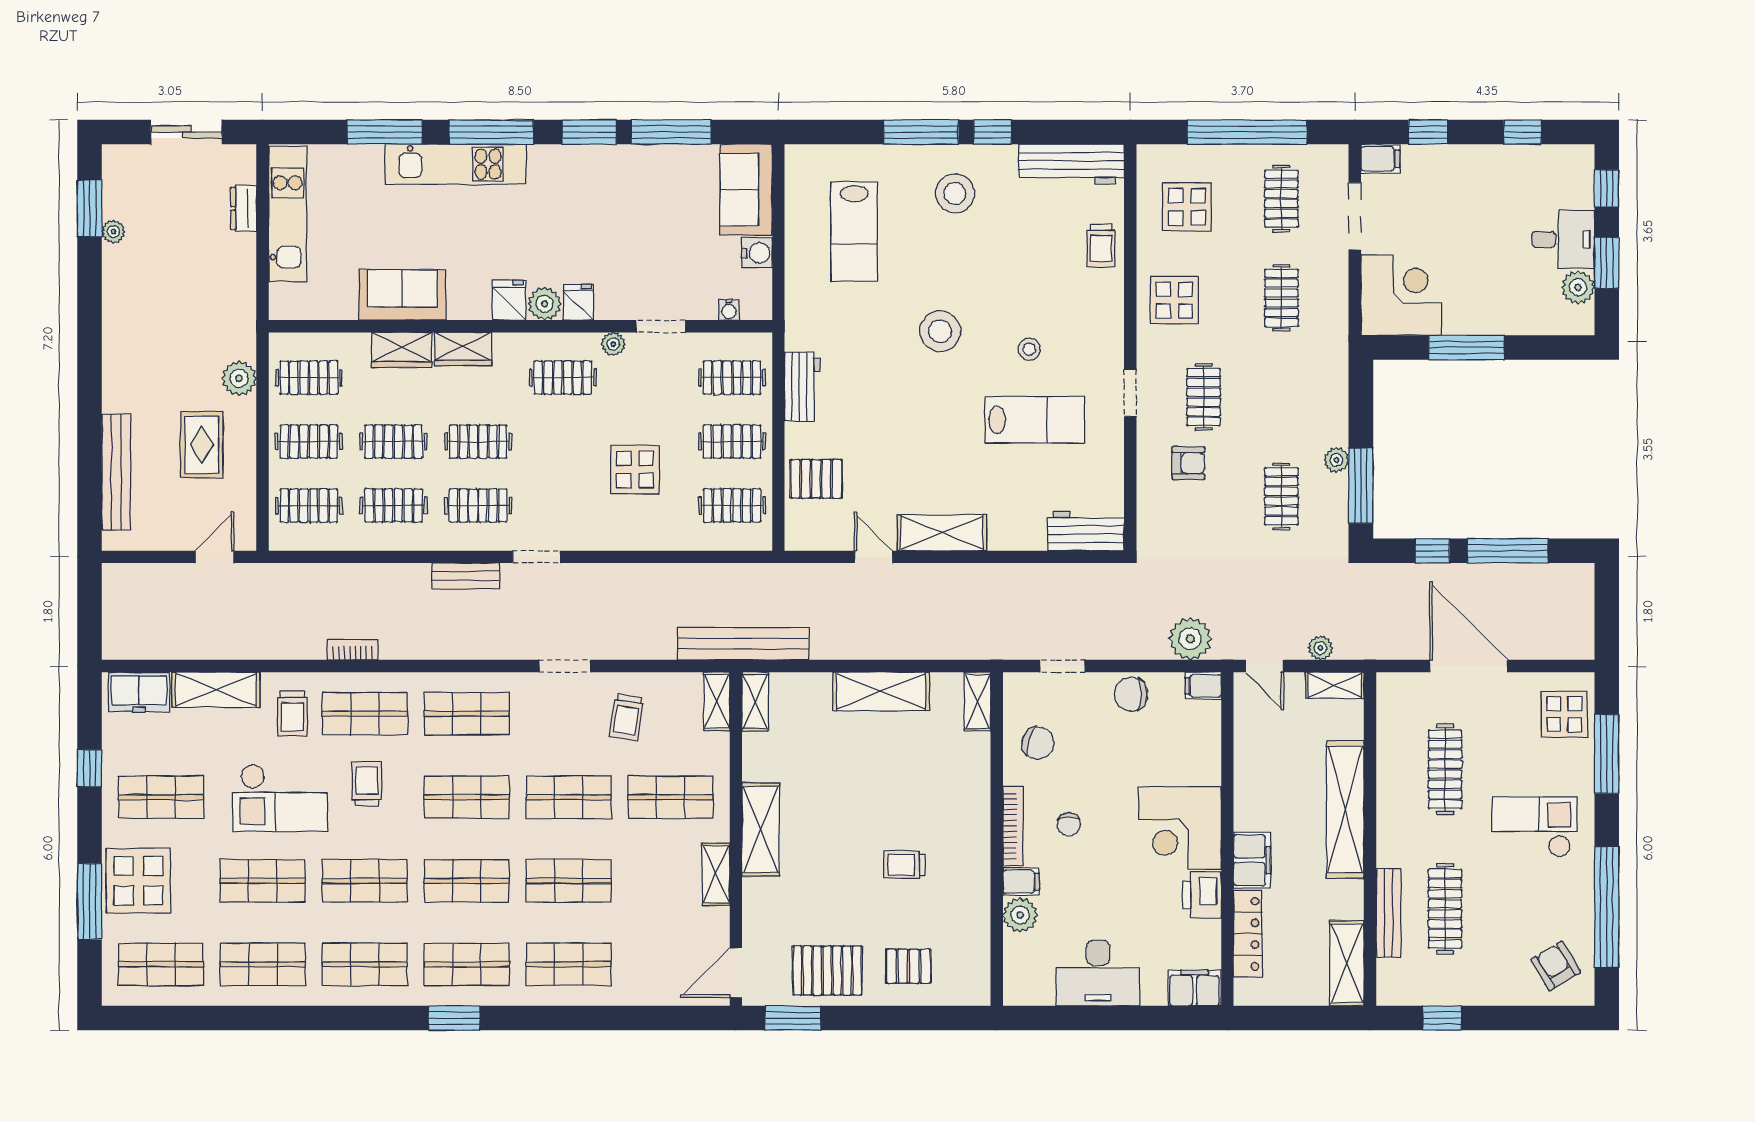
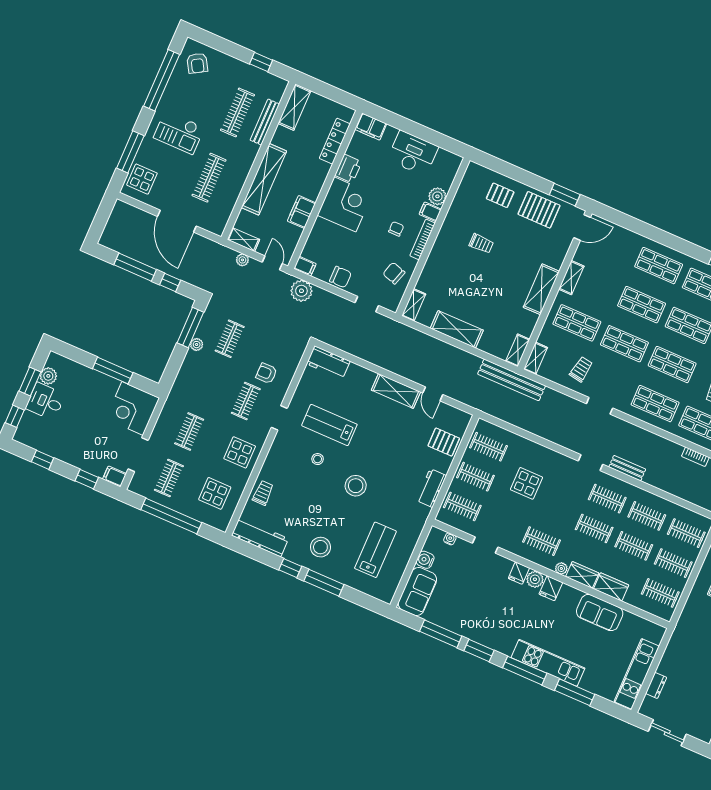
plant: (613, 344) -> (561, 568), moved
plant: (239, 378) -> (693, 607), removed
filing cabinet: (1252, 860) -> (302, 212), moved

